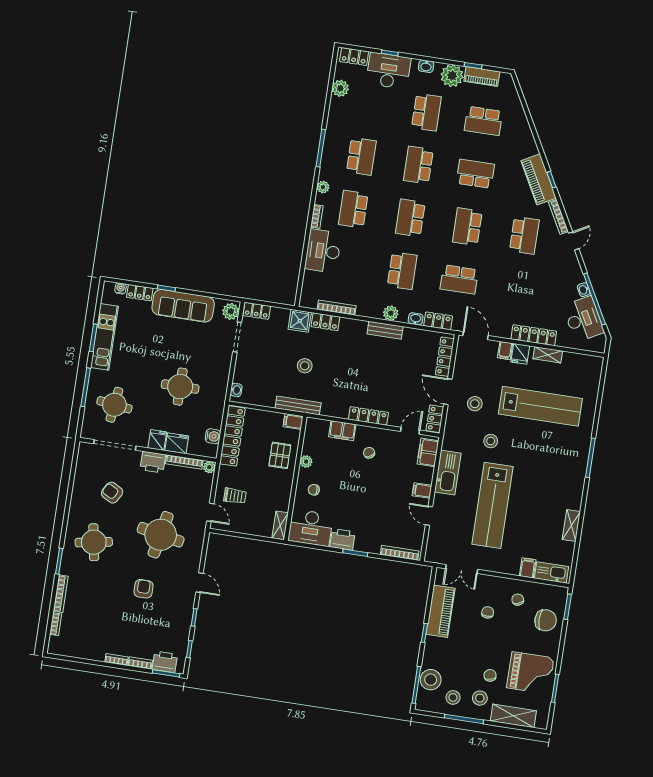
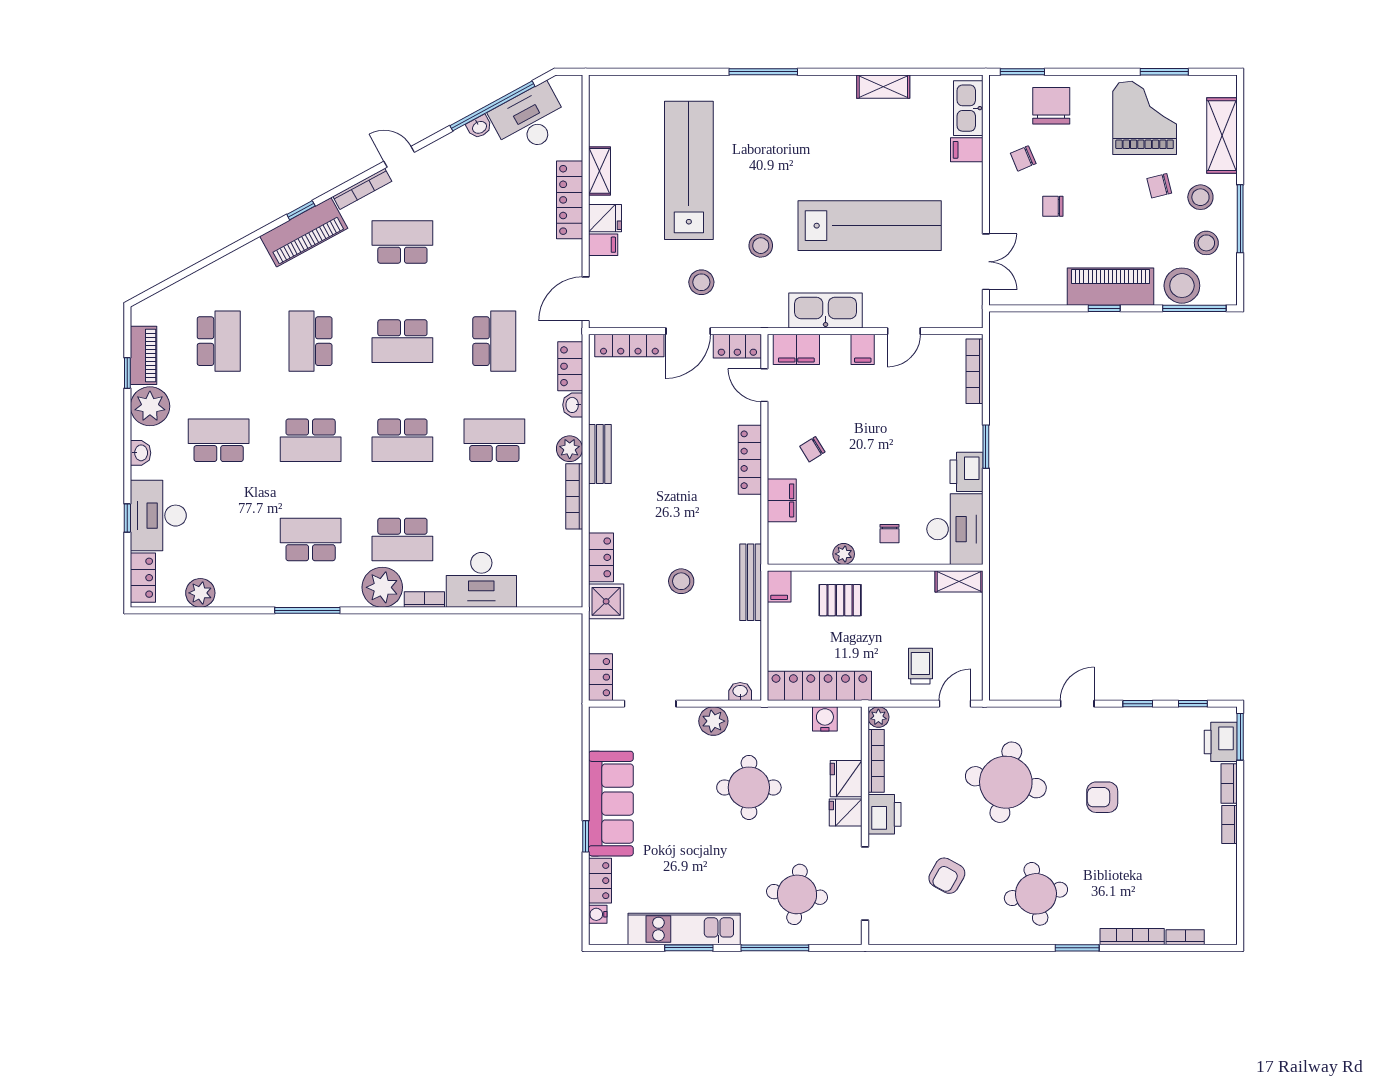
plant: (323, 187) -> (382, 587), width x1.87, depth x1.87
bookcase: (337, 308) -> (574, 496), moved
plant: (231, 311) -> (713, 721), moved
piano: (441, 611) -> (1111, 287), moved

